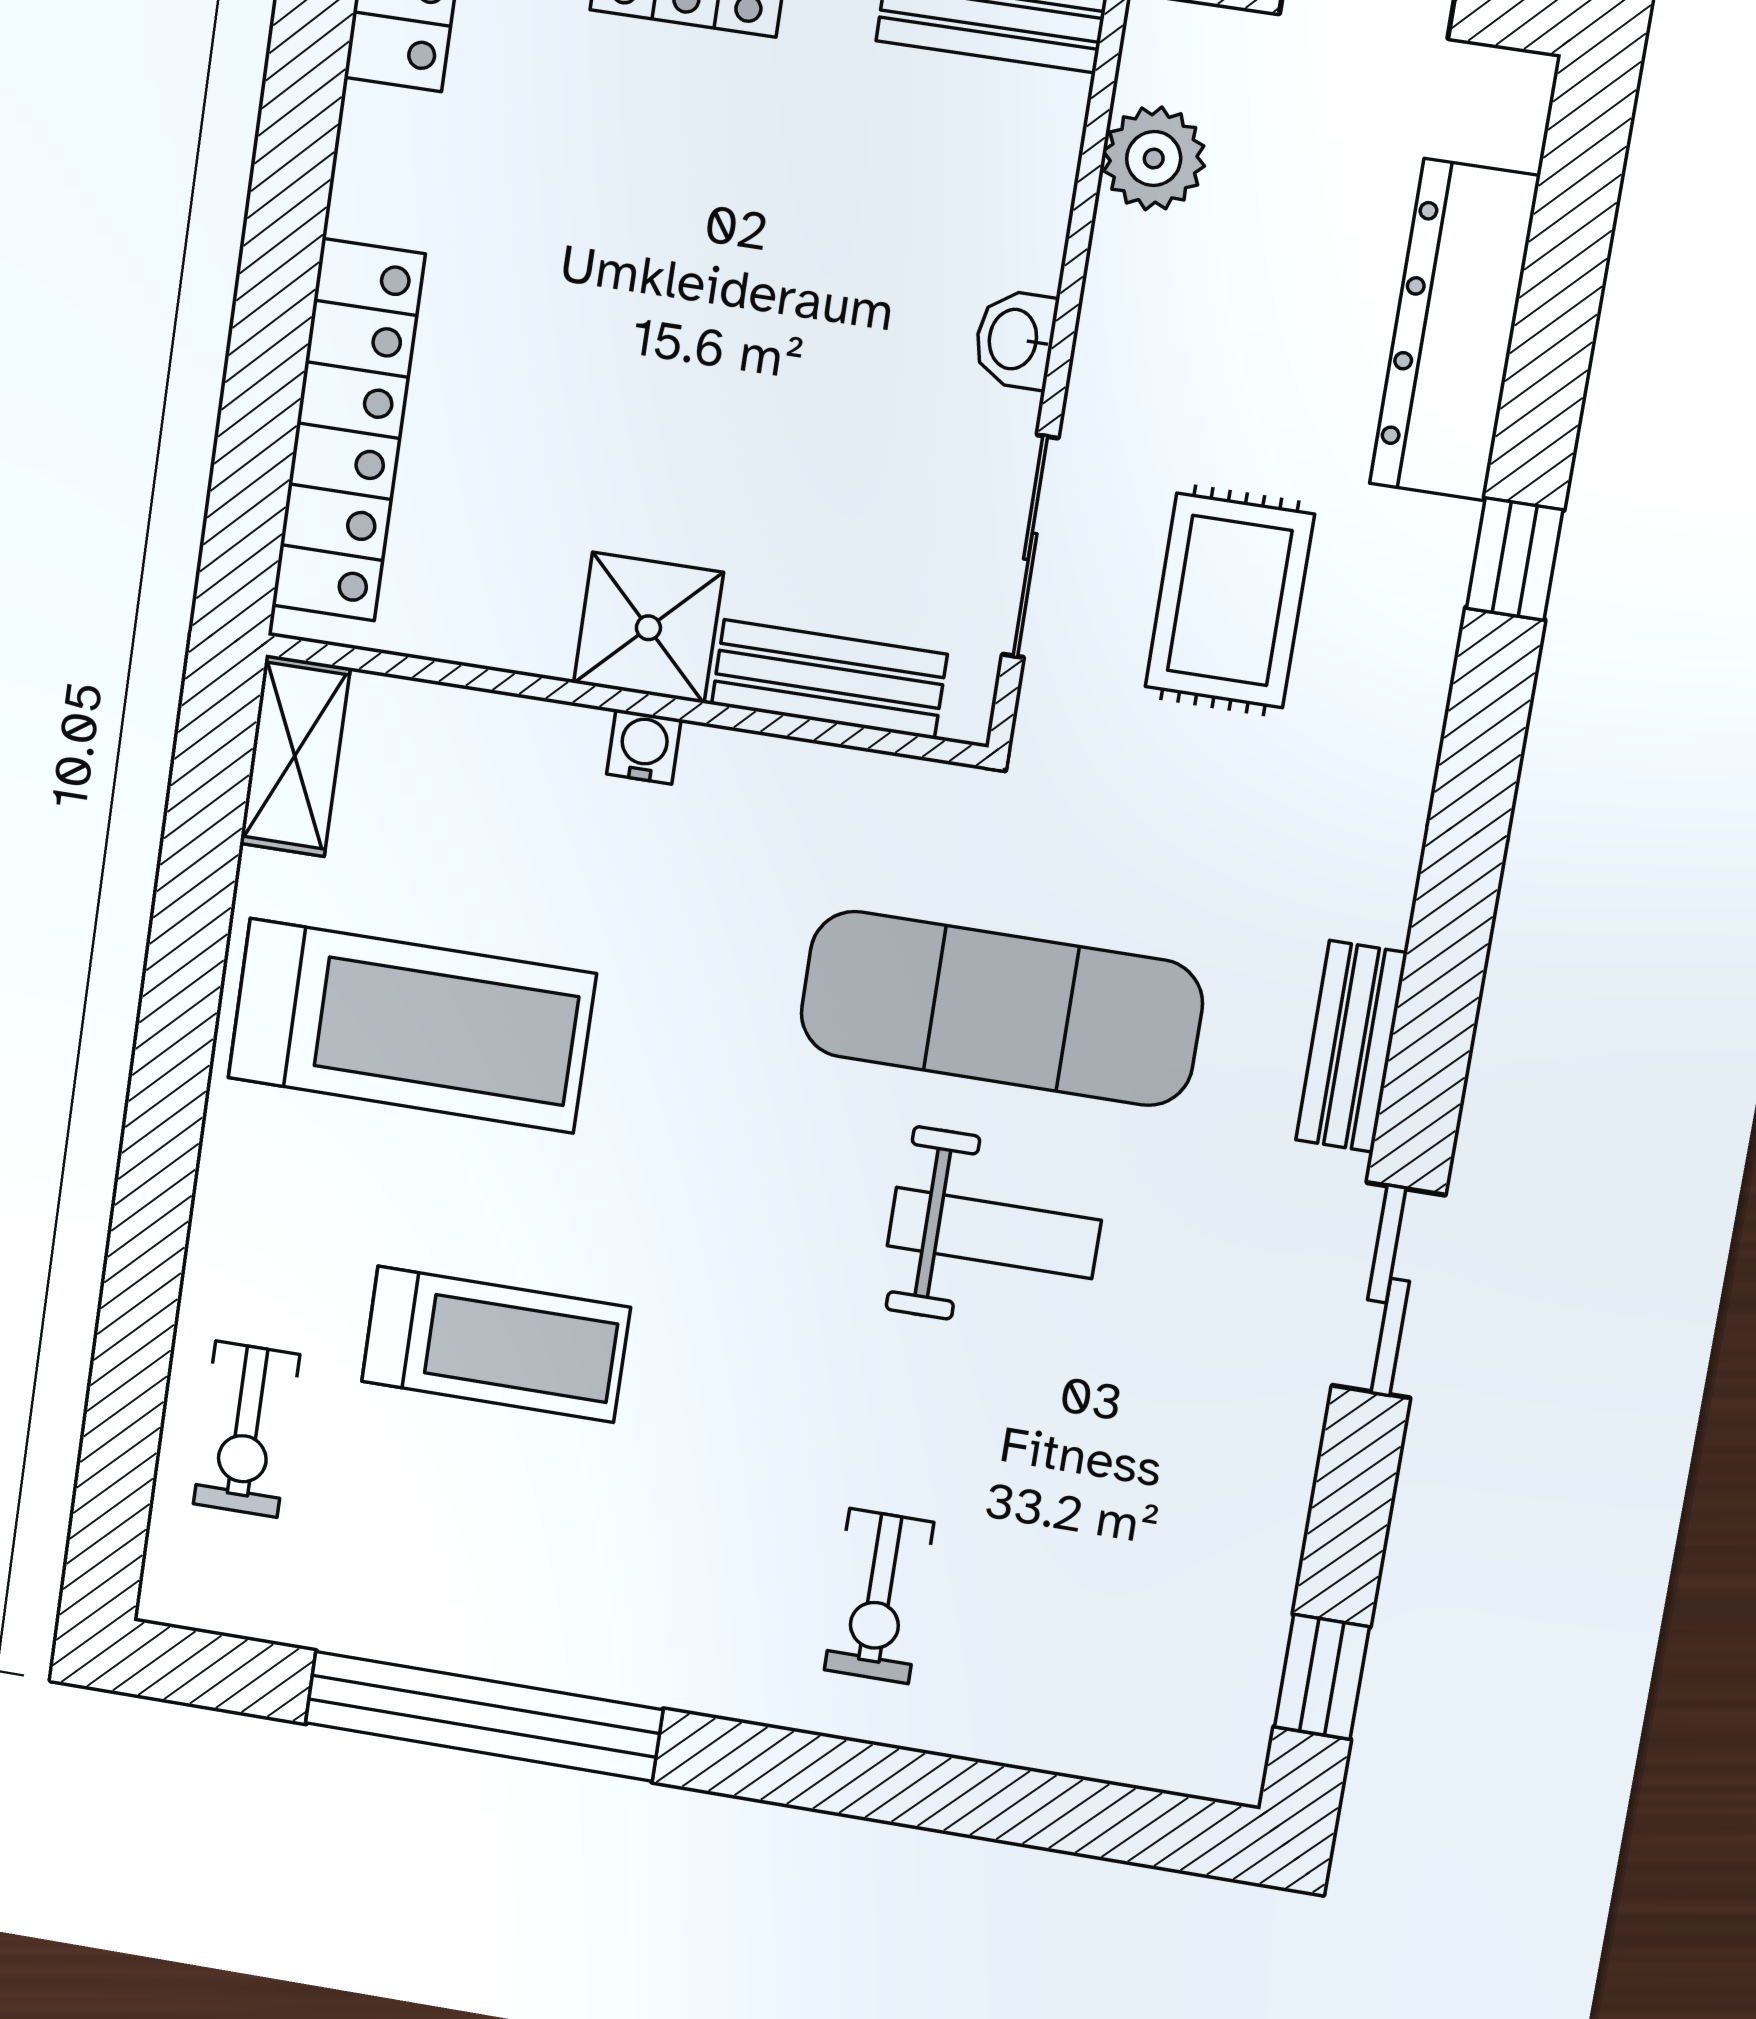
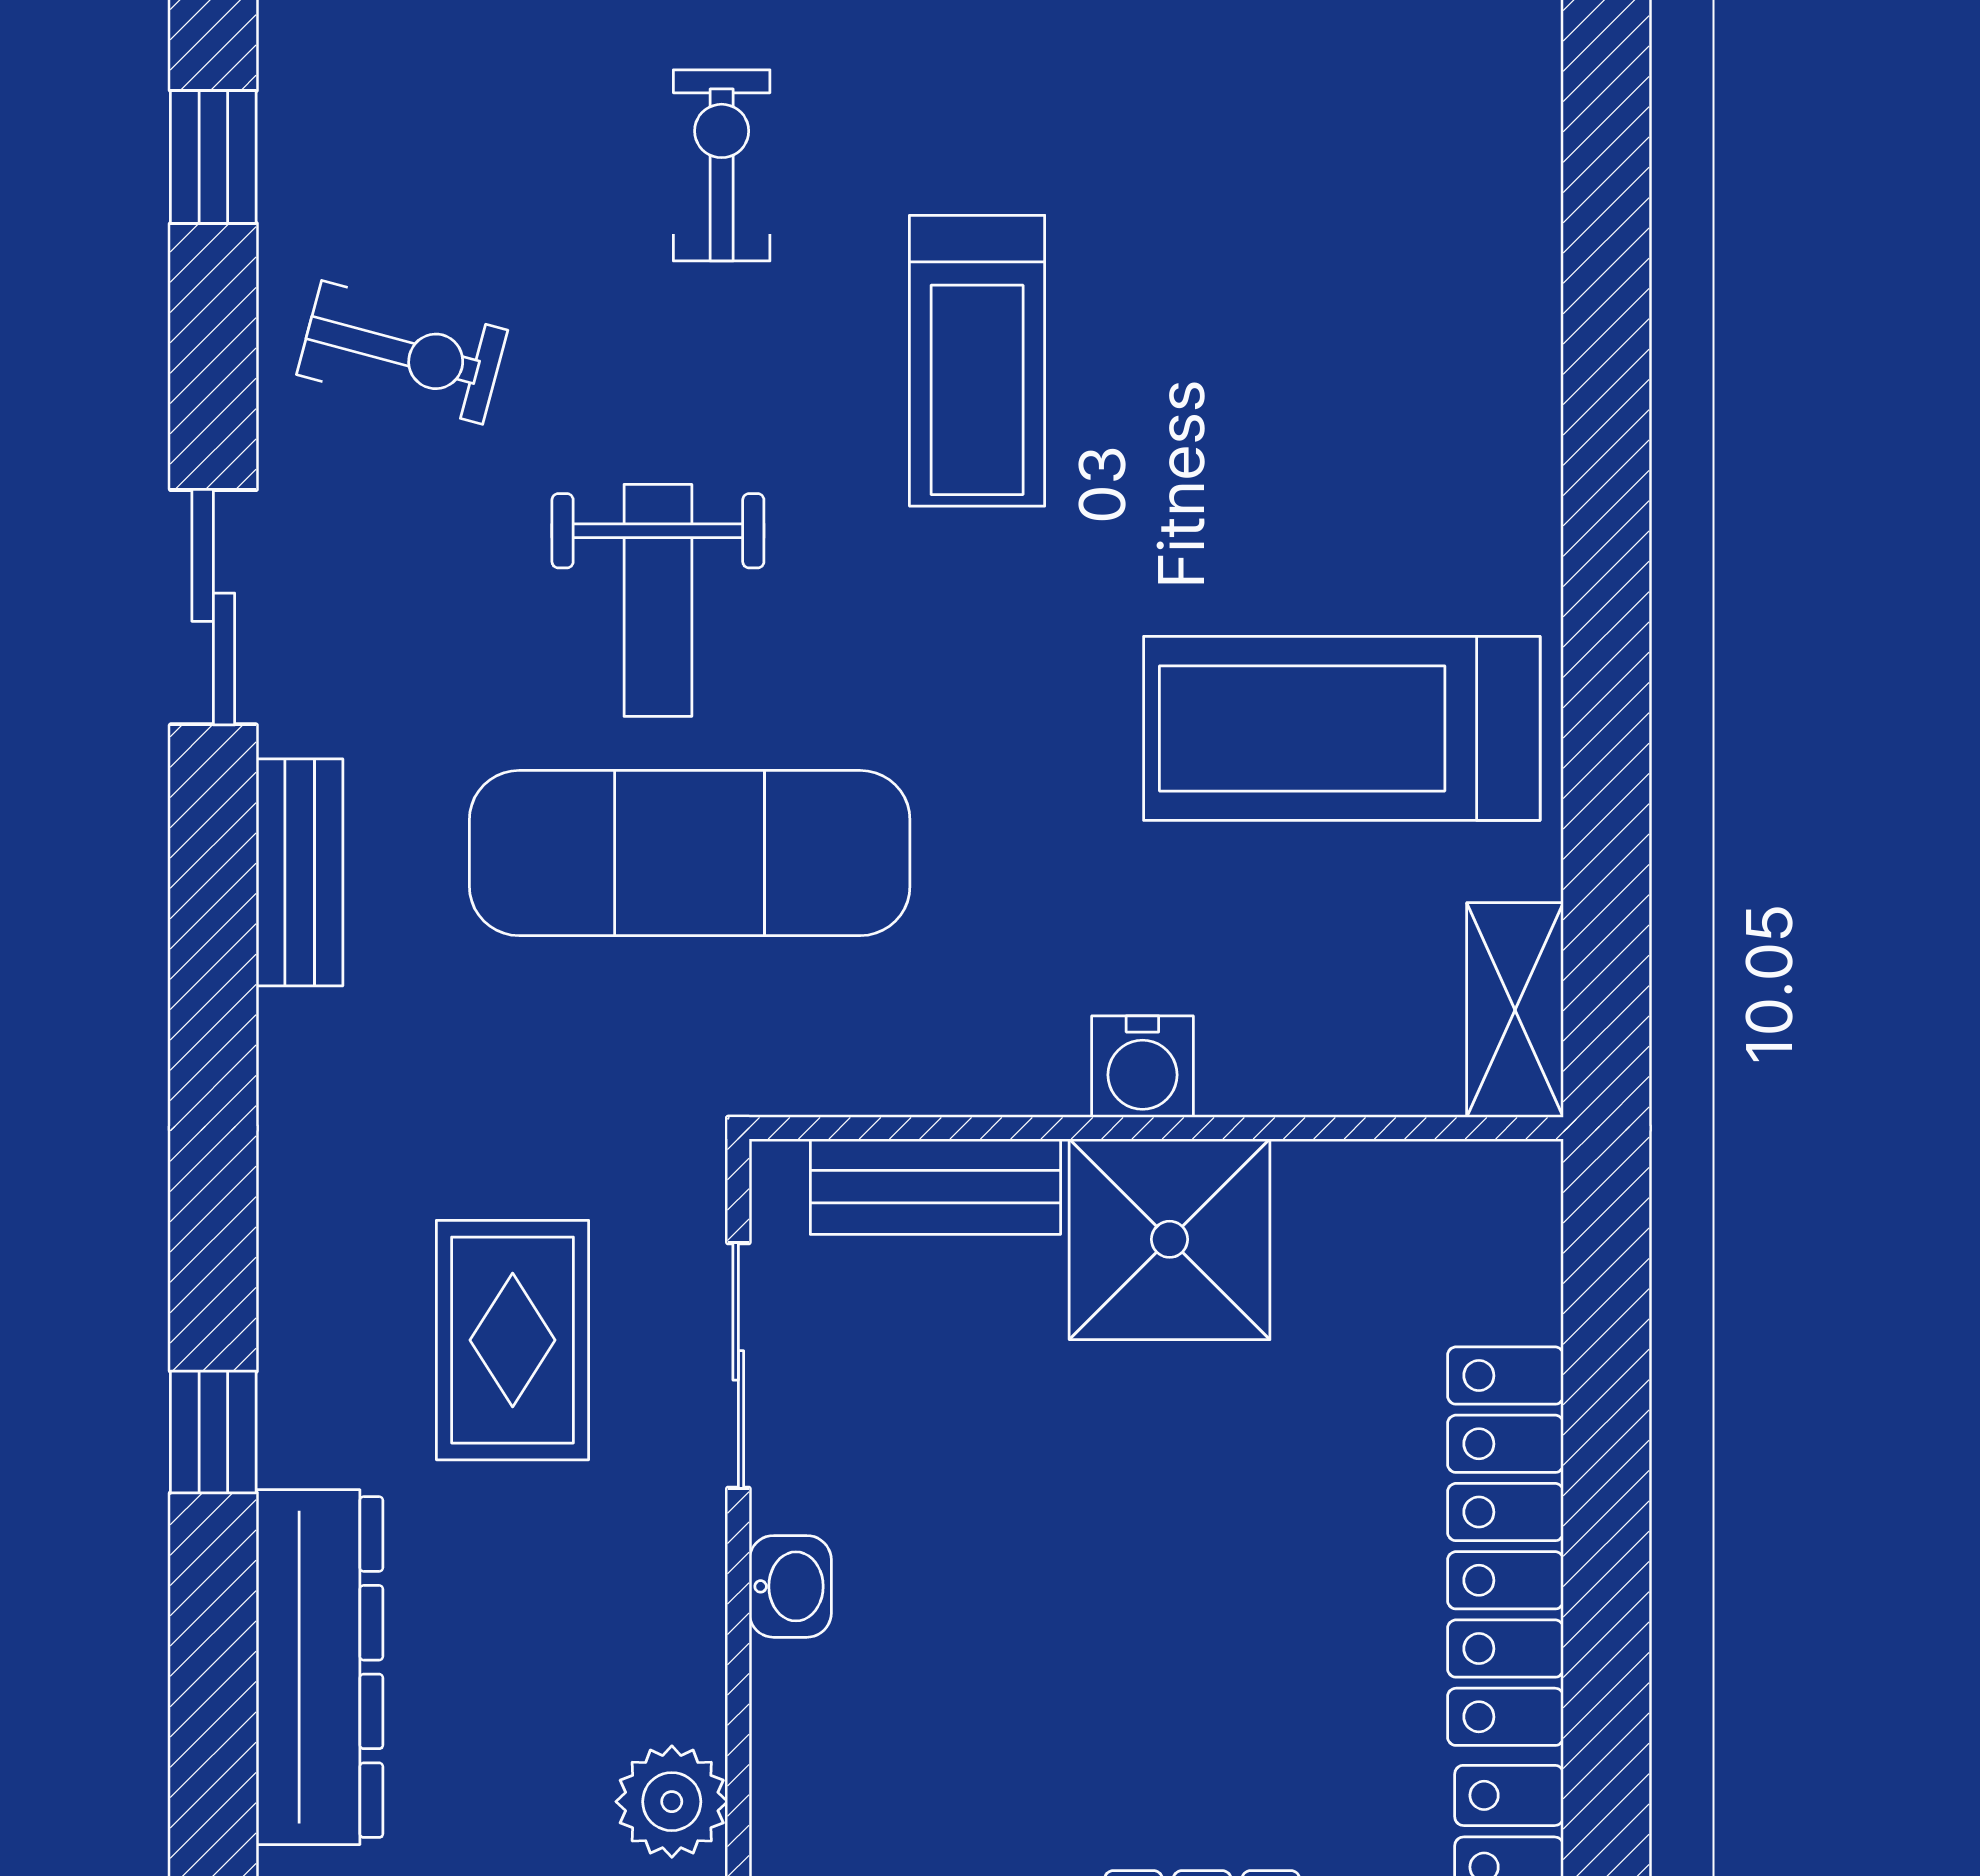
locker: (348, 430) -> (1506, 1546), moved
shower: (648, 628) -> (1170, 1239), width x1.36, depth x1.36
water cooler: (644, 747) -> (1142, 1067), width x1.38, depth x1.38
weight bench: (994, 1233) -> (658, 600), turned -90
treadmill: (496, 1344) -> (977, 361), moved, turned -90
exercise bike: (246, 1429) -> (402, 352), moved, turned 105

